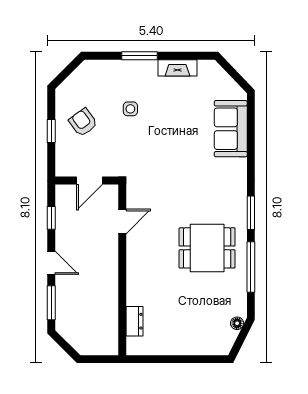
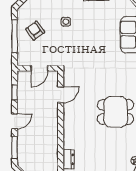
window: (51, 131) -> (15, 36), width x2.17
door: (51, 263) -> (15, 121), hinge flipped

